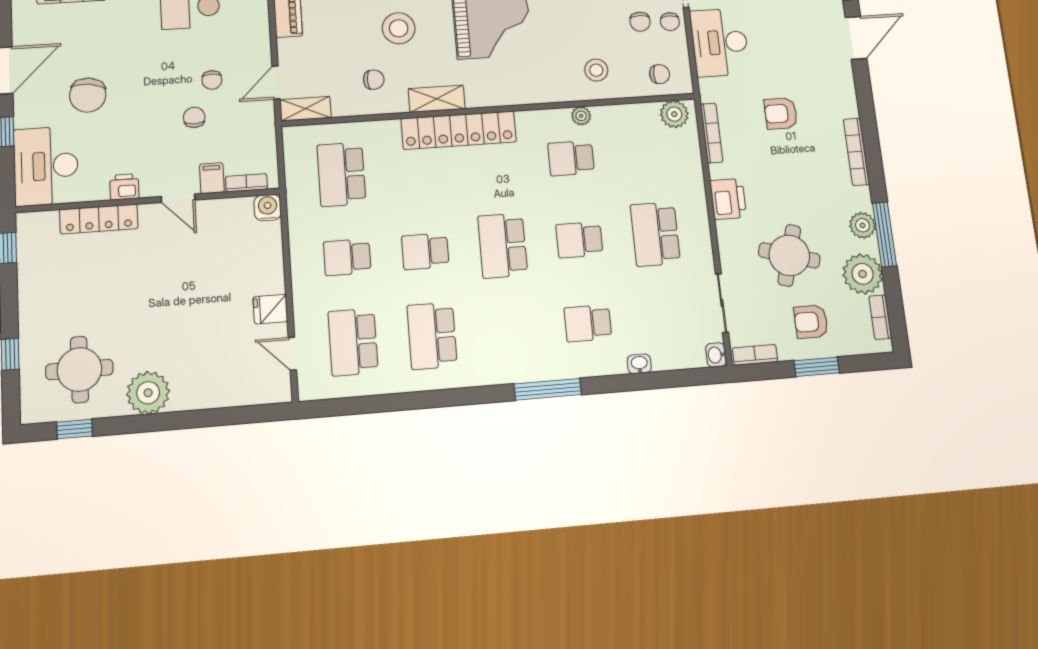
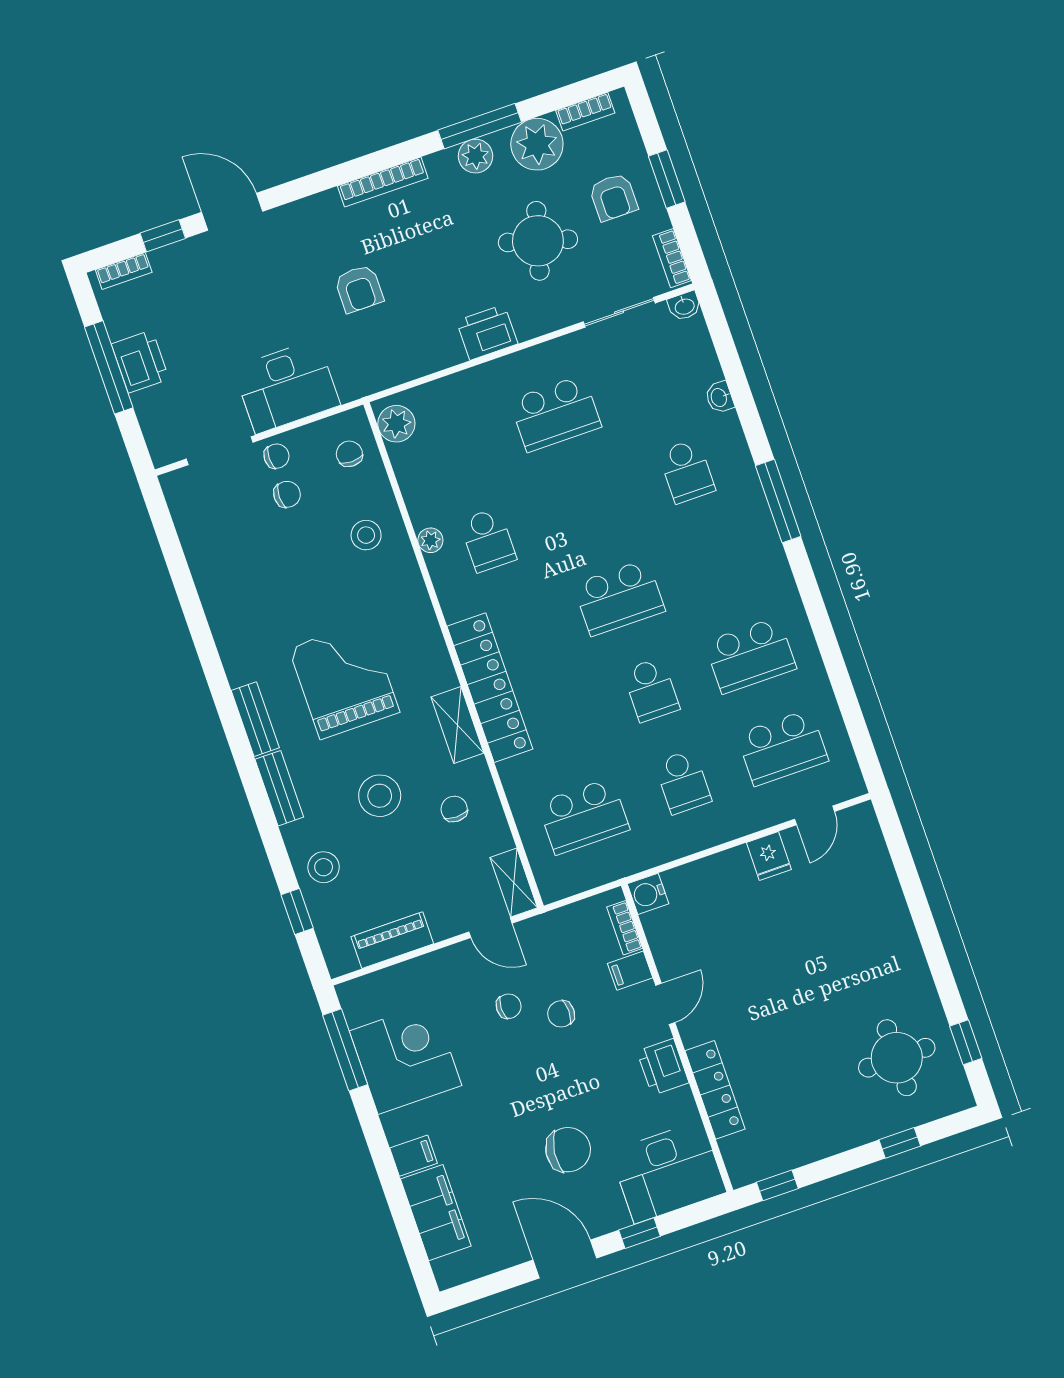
bookcase: (712, 133) -> (408, 371), removed
printer: (124, 187) -> (663, 1067), width x1.36, depth x1.24
school desk: (579, 240) -> (587, 506), removed
plant: (148, 393) -> (903, 970), removed

